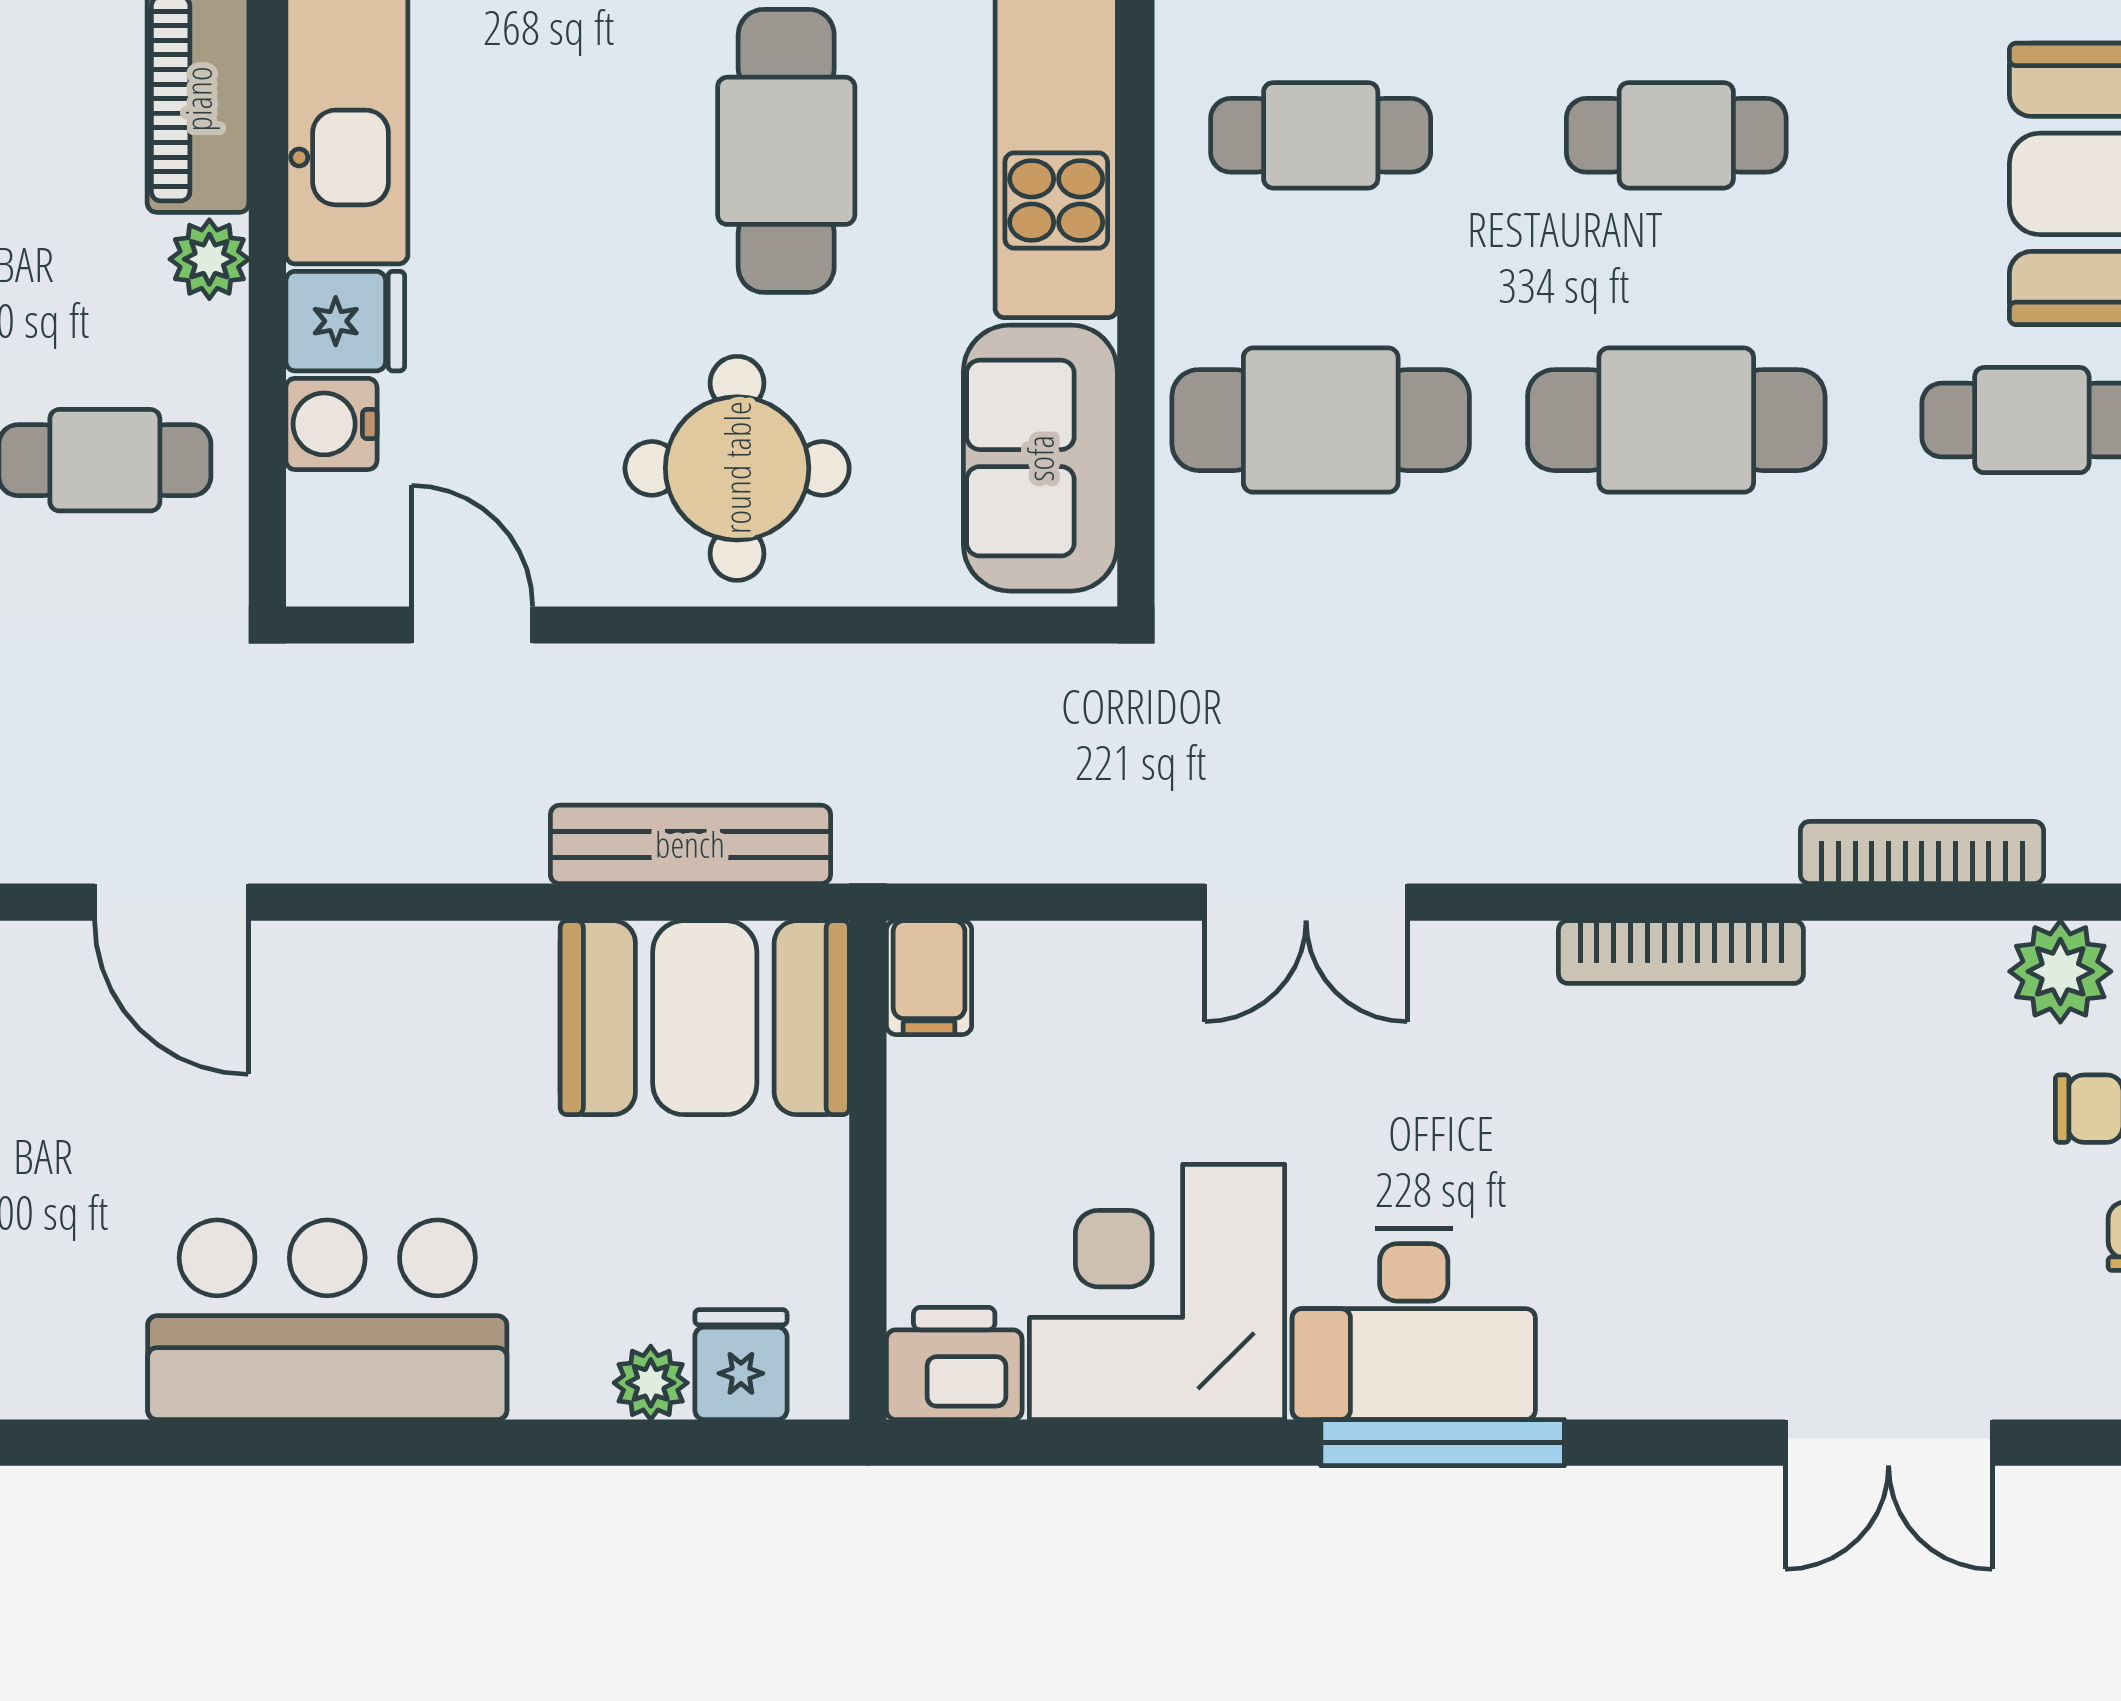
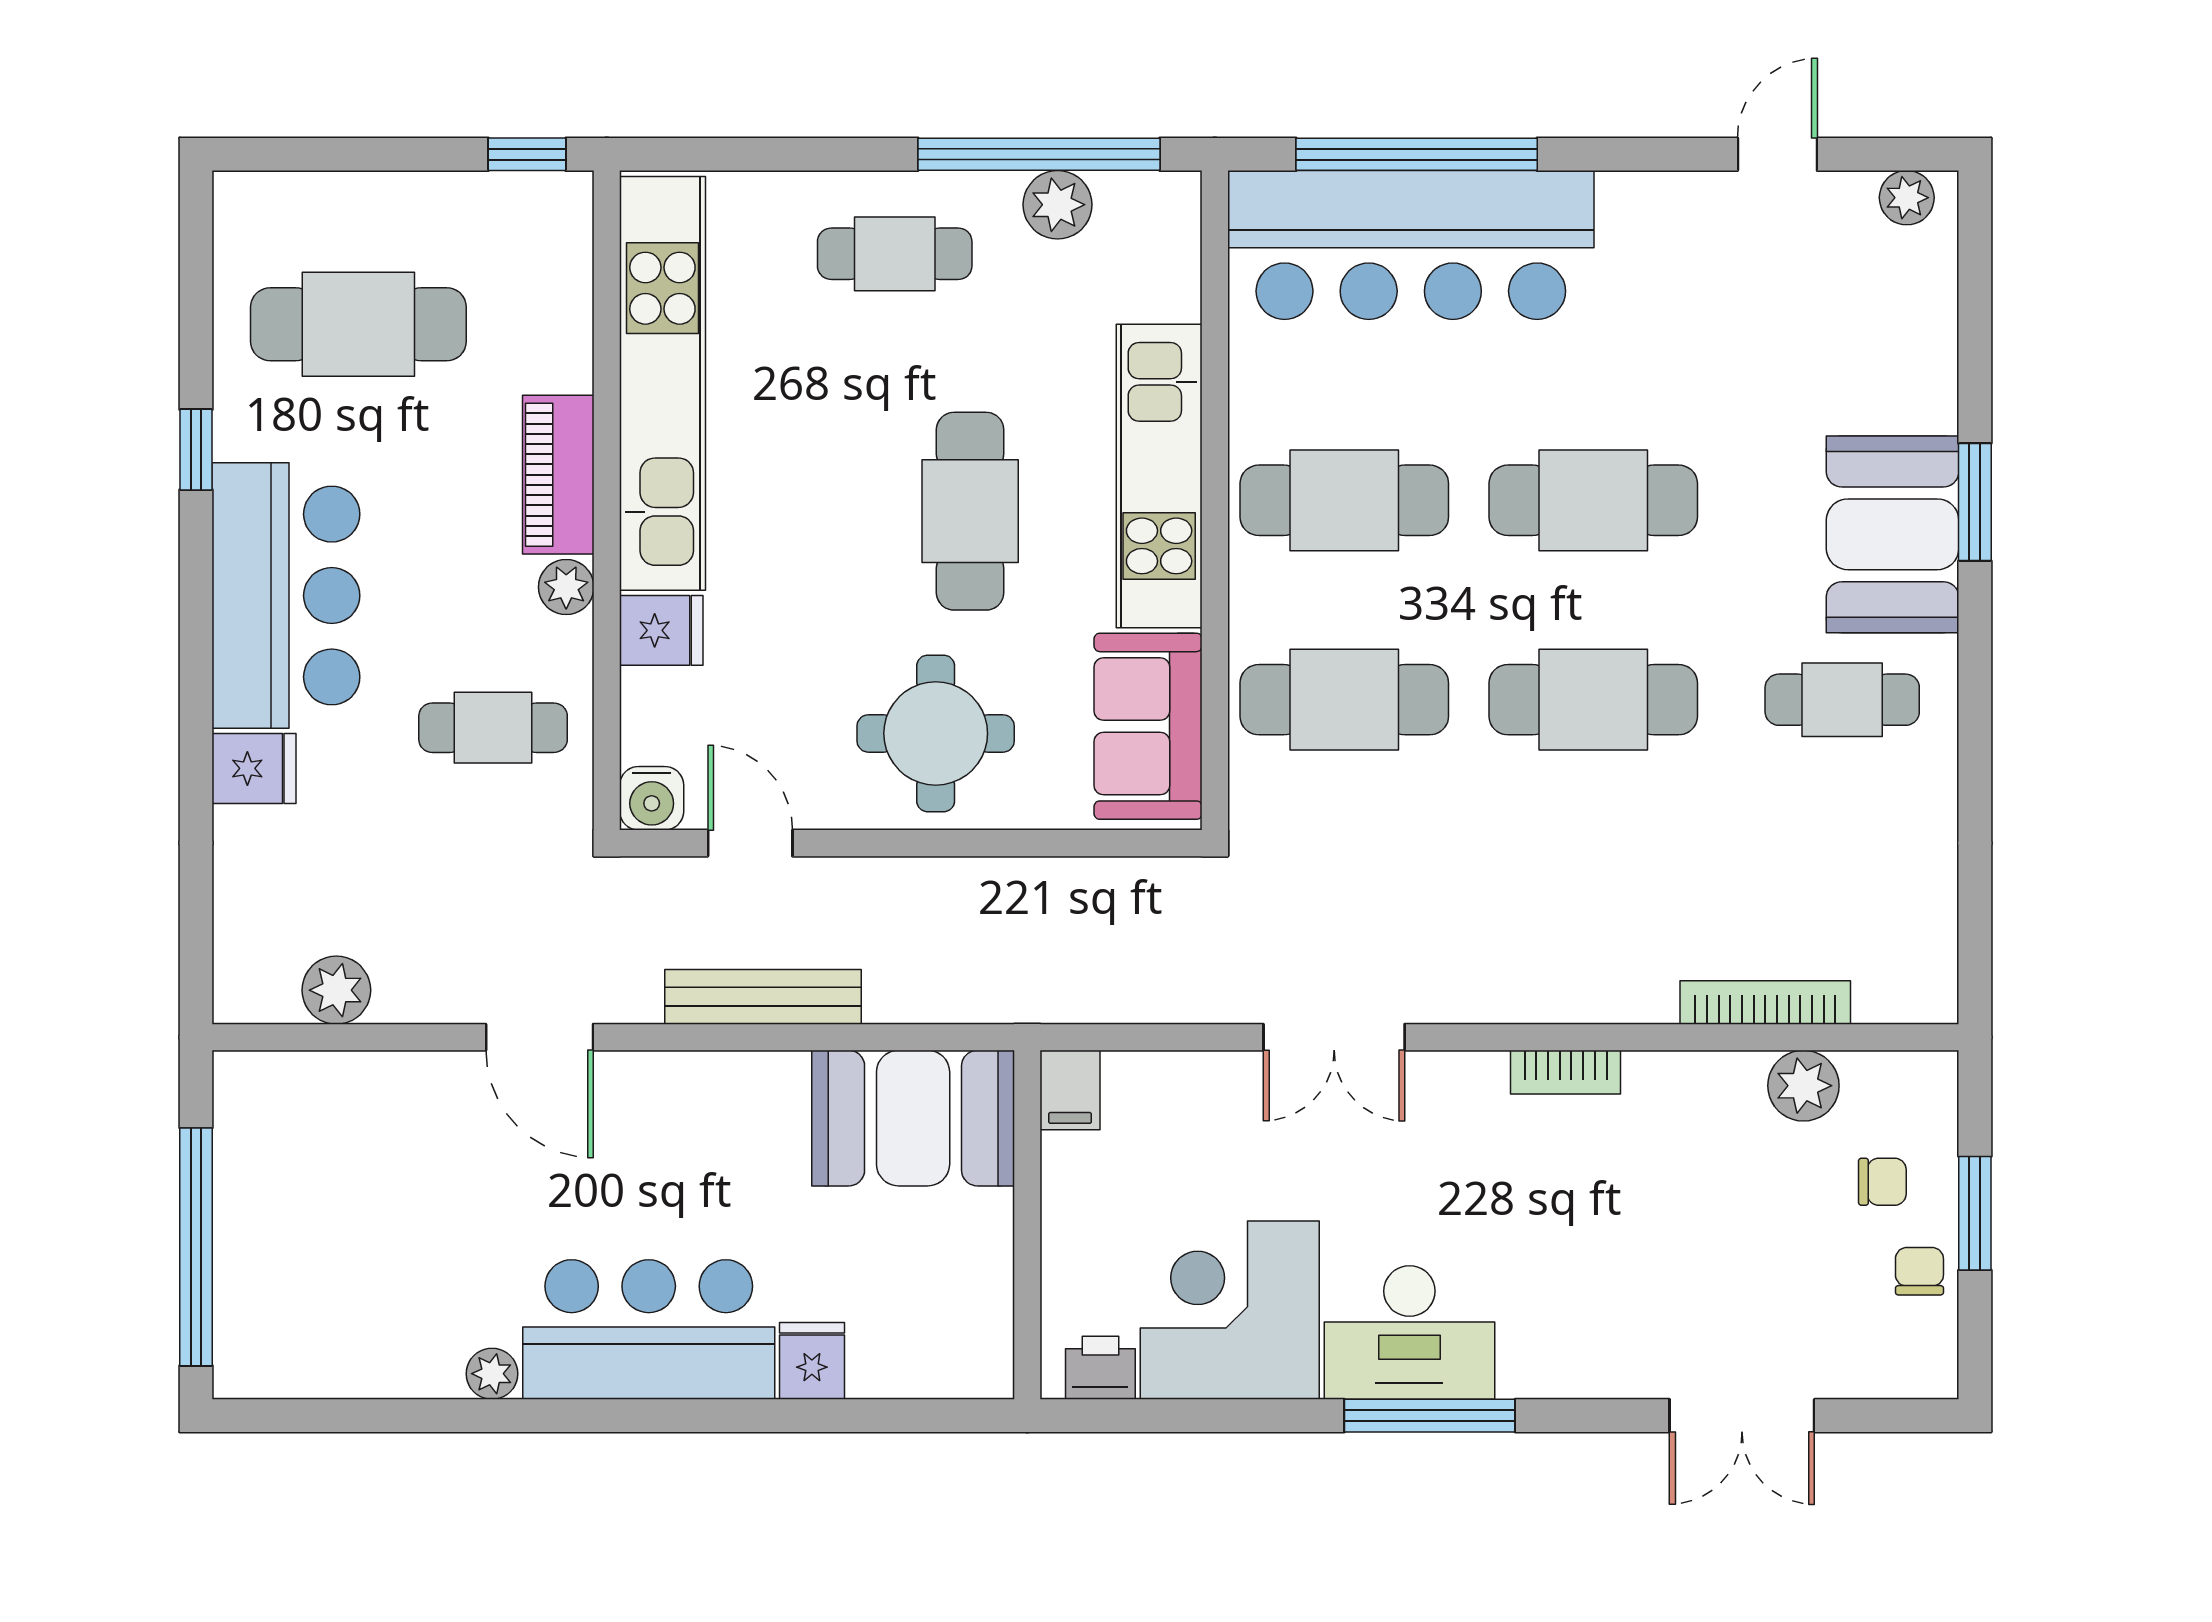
cafe table: (1321, 135) -> (1344, 500), width x1.37, depth x1.35
cafe table: (1676, 135) -> (1593, 500), width x1.37, depth x1.35
water cooler: (331, 424) -> (652, 798), moved, turned -90
bench: (690, 844) -> (763, 997), moved
bookcase: (1681, 952) -> (1566, 1072), width x0.64
plant: (2060, 971) -> (1803, 1086), moved
printer: (954, 1363) -> (1100, 1368), width x0.73, depth x0.81
fridge: (741, 1365) -> (812, 1361), moved
plant: (651, 1383) -> (492, 1374), moved

